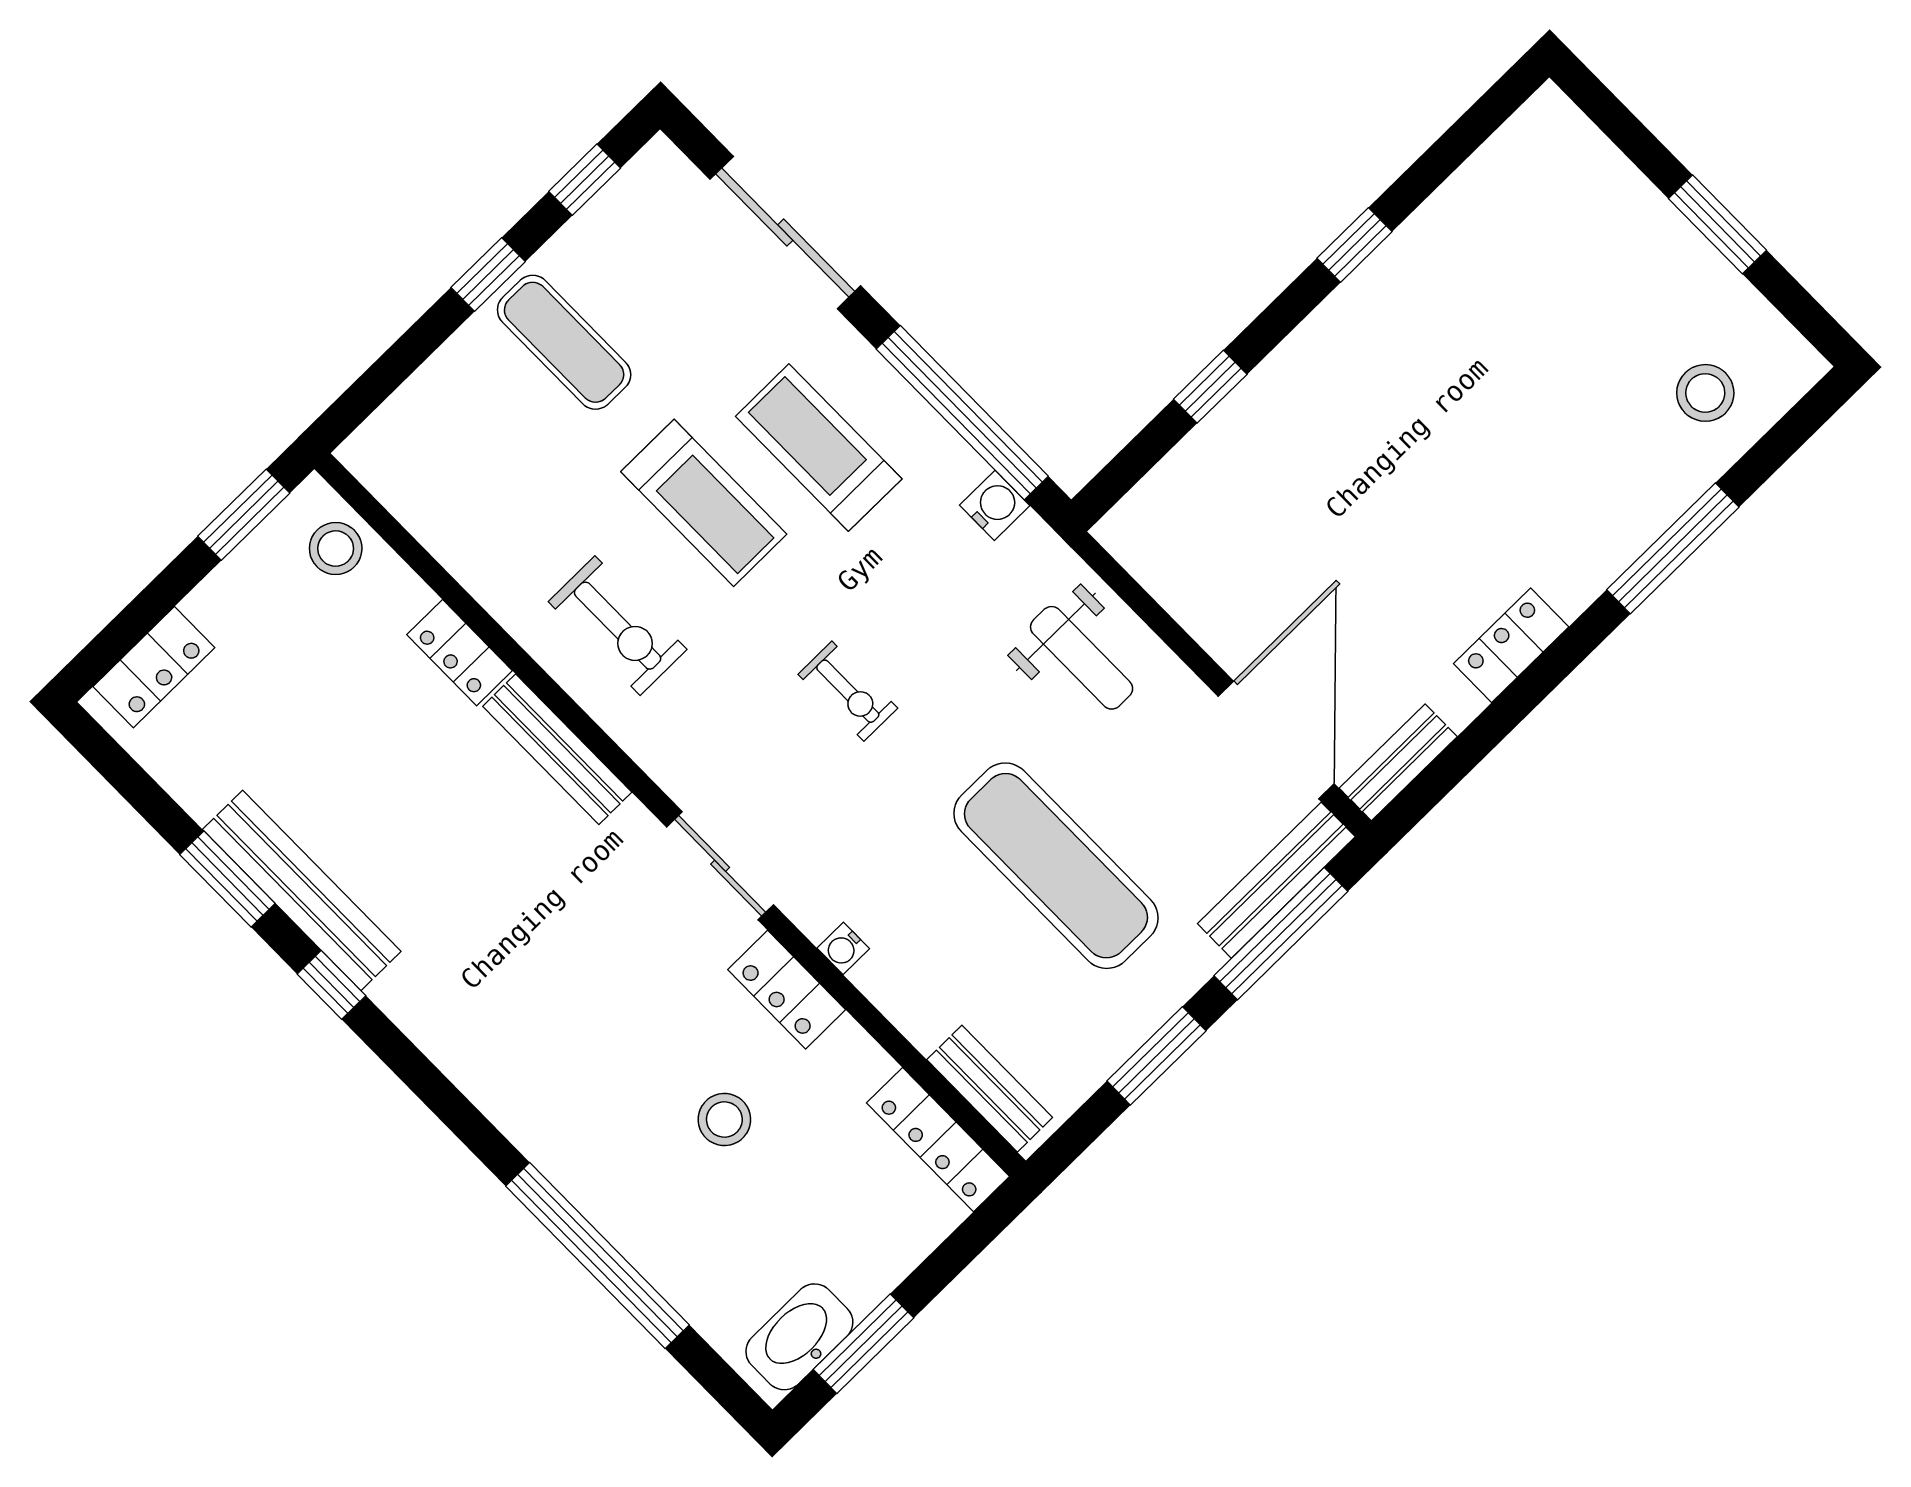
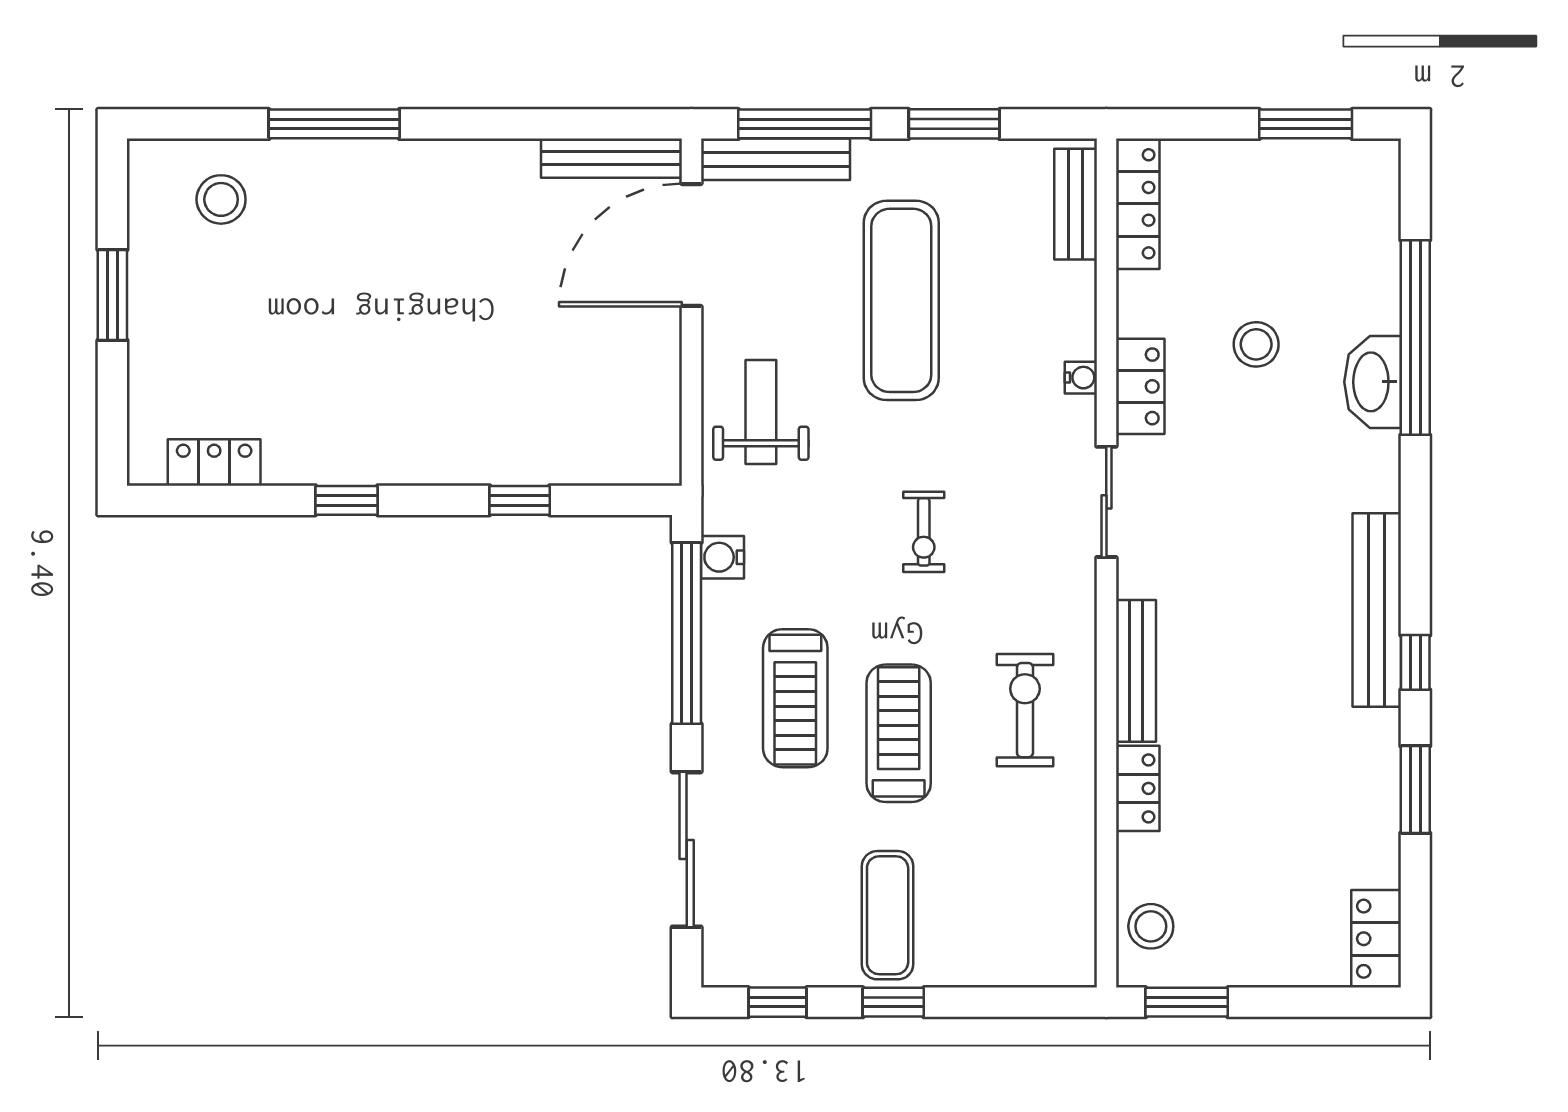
locker: (1511, 645) -> (214, 462), moved, turned 180
locker: (154, 667) -> (1376, 939), moved, turned -90
exercise bike: (848, 691) -> (924, 532), turned 180
bench: (1398, 762) -> (612, 158), width x1.36
bench: (302, 890) -> (1377, 610), moved
washbasin: (799, 1337) -> (1373, 382), moved, turned 90

